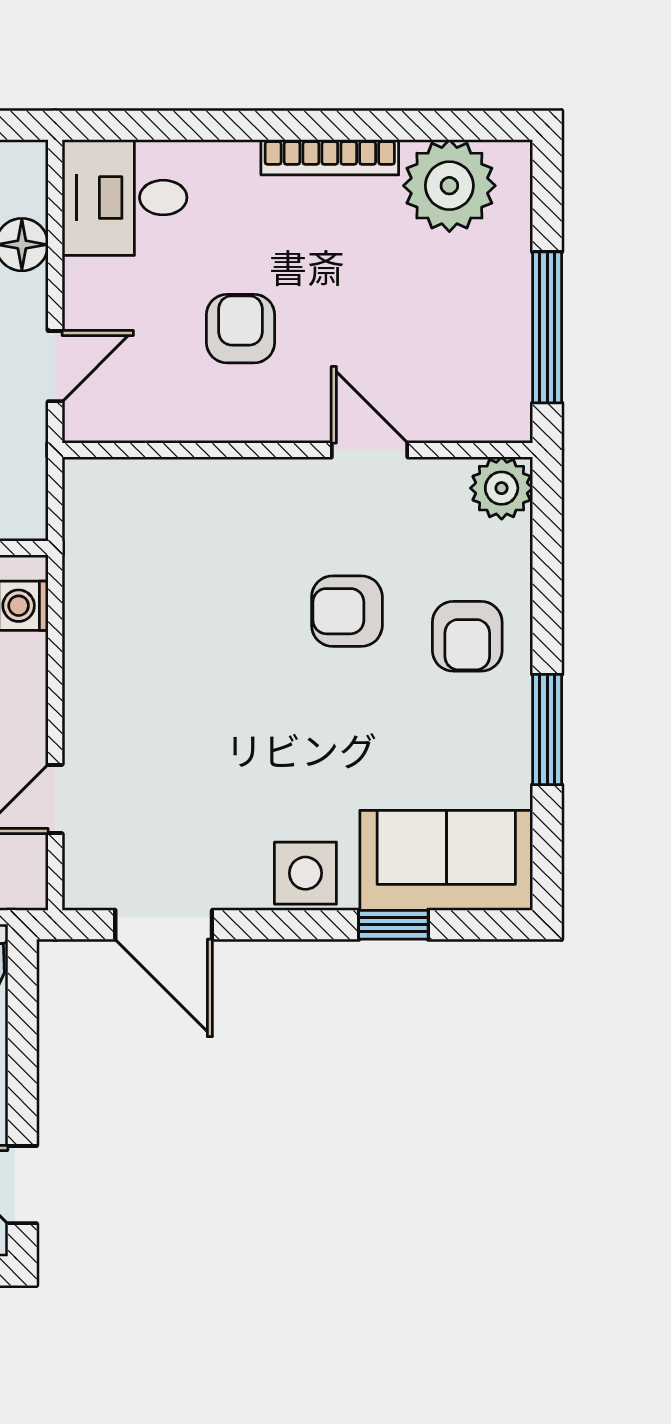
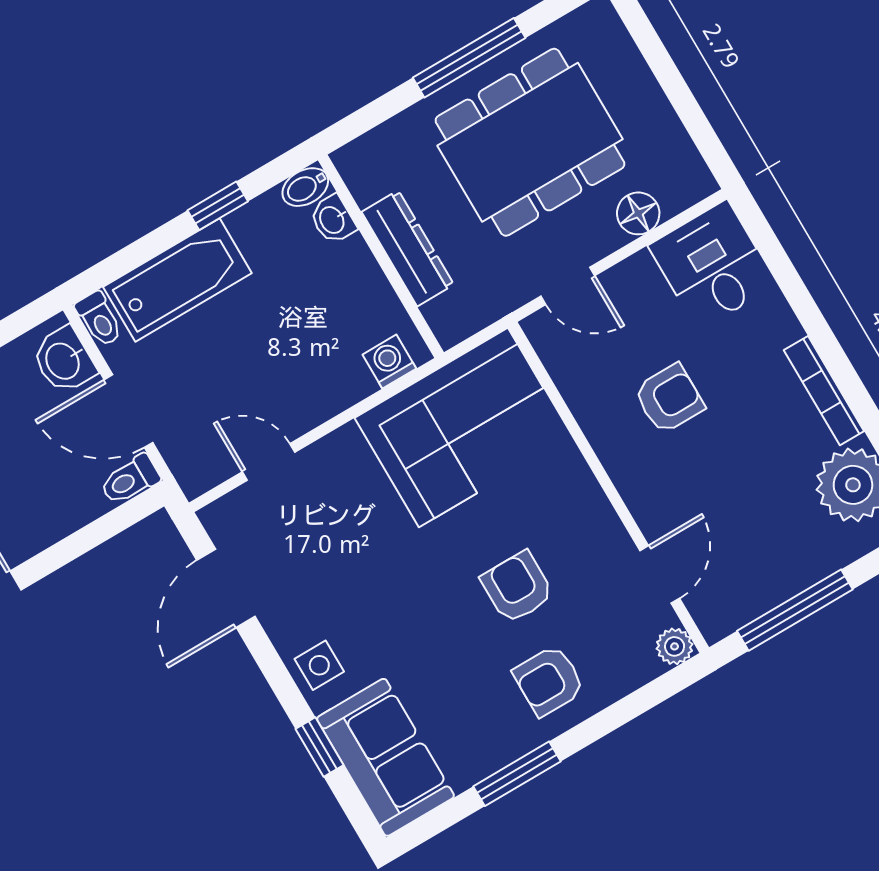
door: (370, 450) -> (660, 574), moved
plant: (502, 488) -> (675, 646), width x0.73, depth x0.73
corner sofa: (141, 568) -> (463, 427), added
side table: (305, 873) -> (319, 665), width x0.73, depth x0.73

